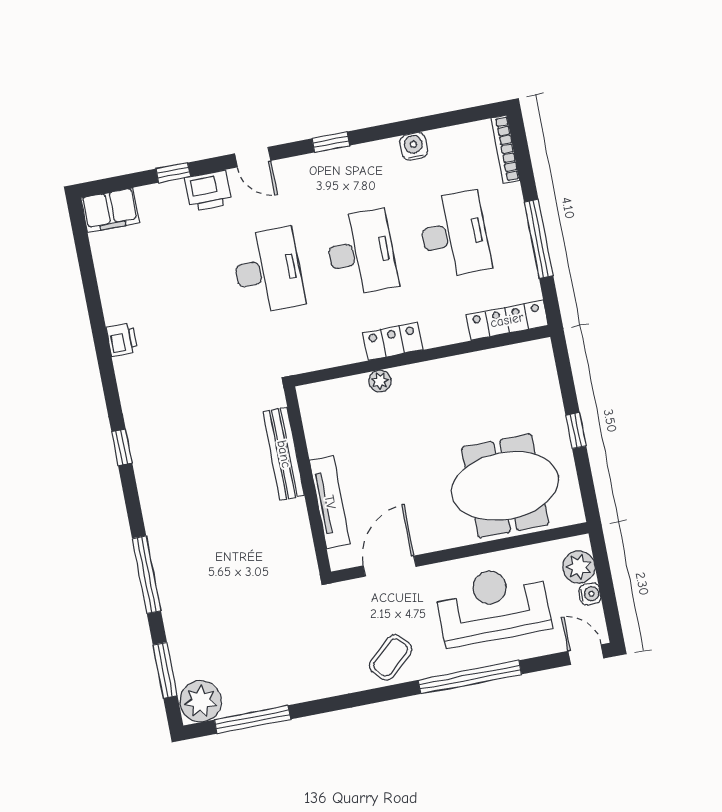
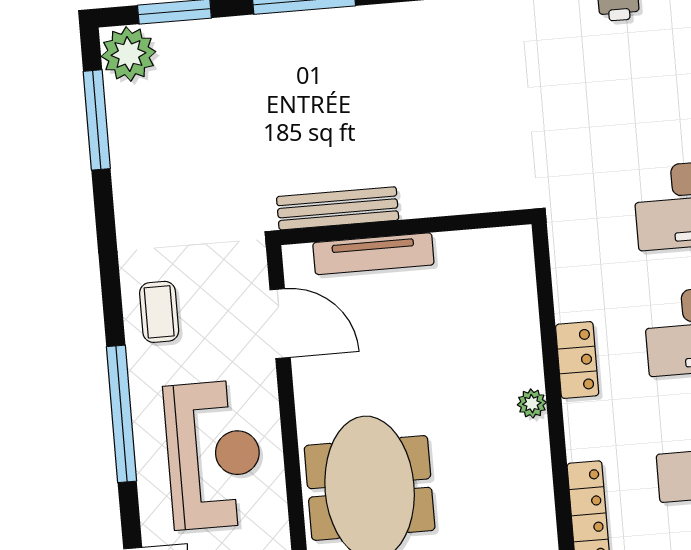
plant: (380, 381) -> (532, 404), moved
bench: (284, 454) -> (338, 208), moved
coffee table: (391, 657) -> (159, 312), turned 42

